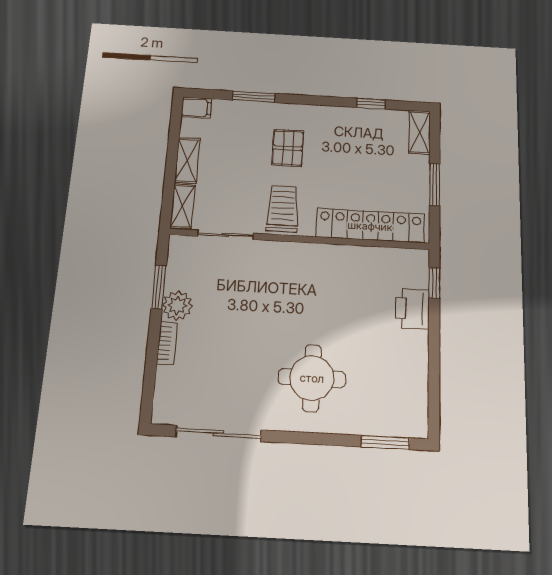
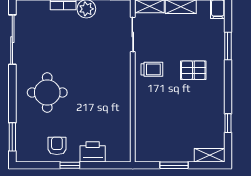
trolley: (283, 209) -> (152, 69), width x0.73, depth x0.72
locker: (370, 226) -> (144, 125), removed
window: (434, 283) -> (70, 165), moved
armchair: (402, 367) -> (57, 146), added

